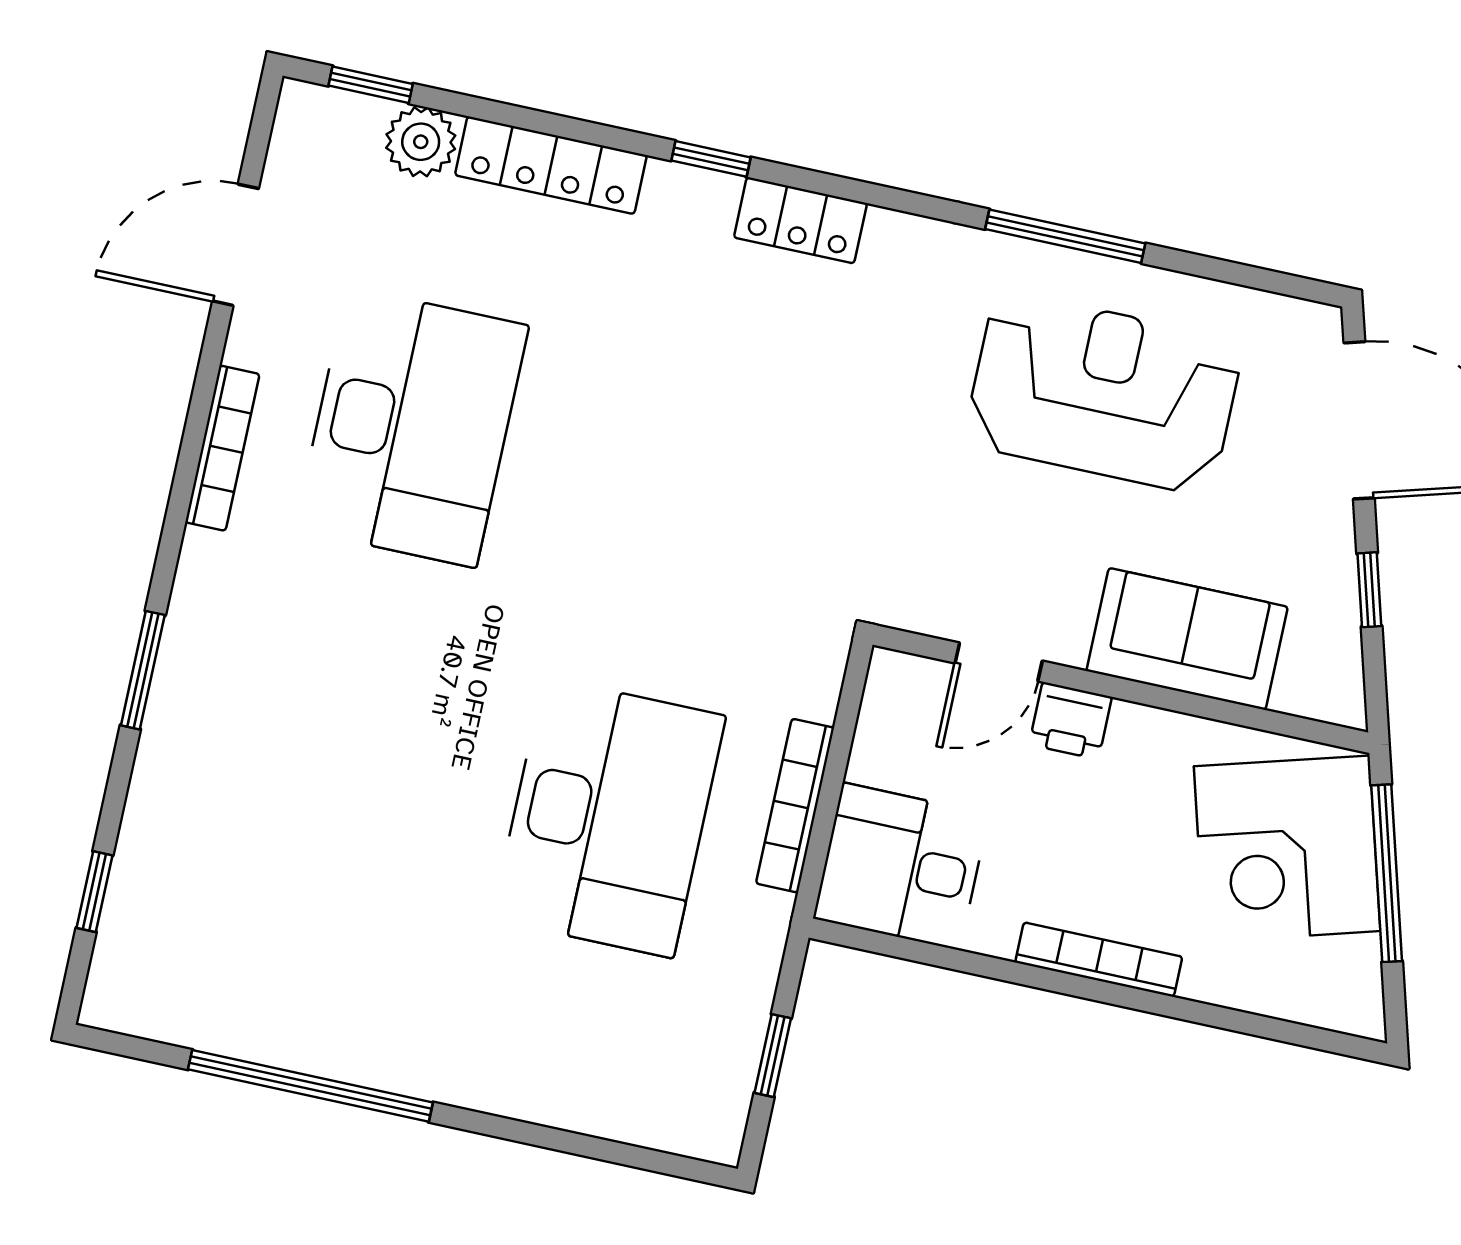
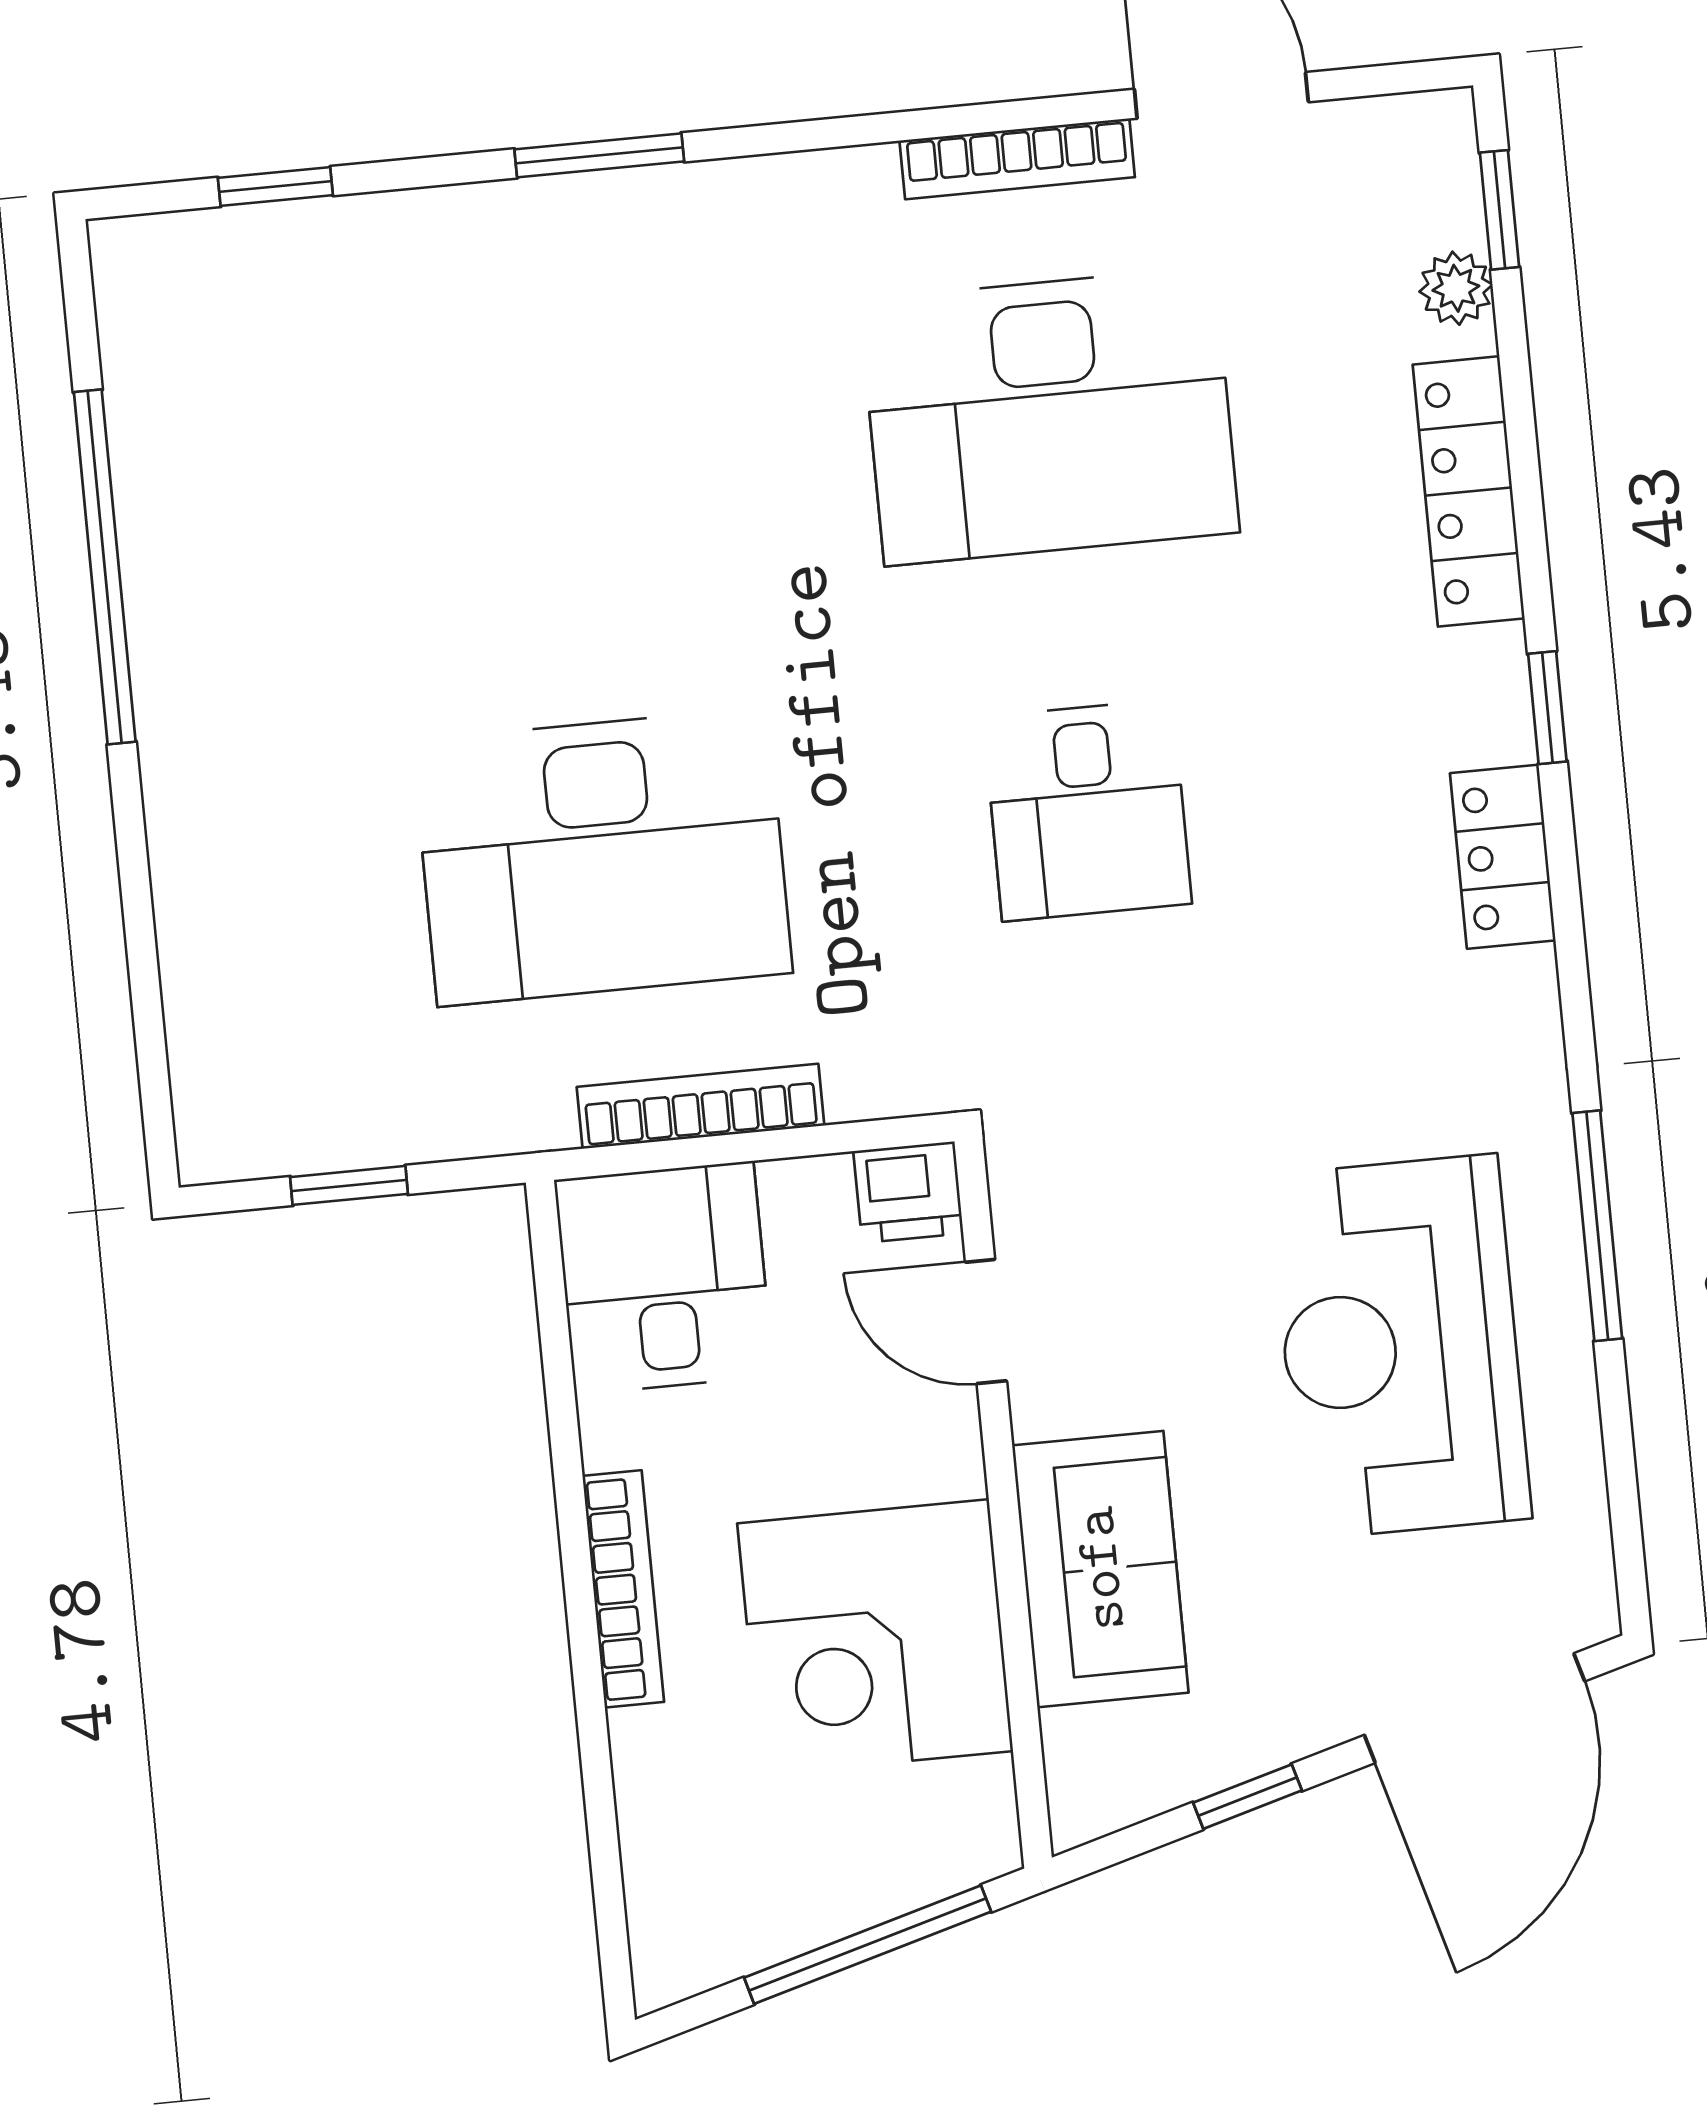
plant: (421, 142) -> (1456, 288), width x0.73, depth x0.73
reception desk: (1104, 393) -> (1400, 1347), turned 180
bookcase: (222, 448) -> (1017, 159), moved
desk: (681, 486) -> (1087, 810), added
printer: (1070, 721) -> (908, 1192), moved, turned -90
corner desk: (1287, 849) -> (875, 1637), moved, turned -74

